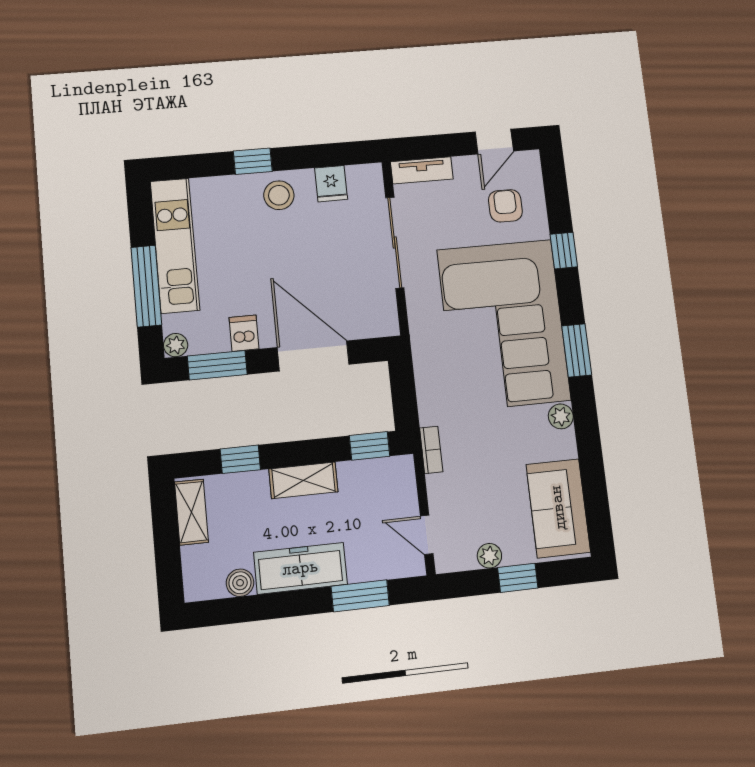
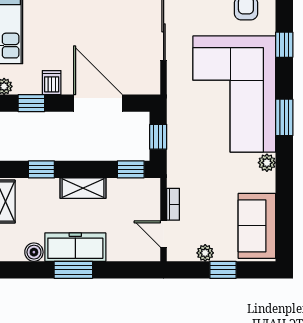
window: (217, 365) -> (31, 103), width x0.67
window: (404, 395) -> (158, 137), added
bookcase: (431, 450) -> (173, 204), moved
window: (360, 596) -> (73, 270), moved

